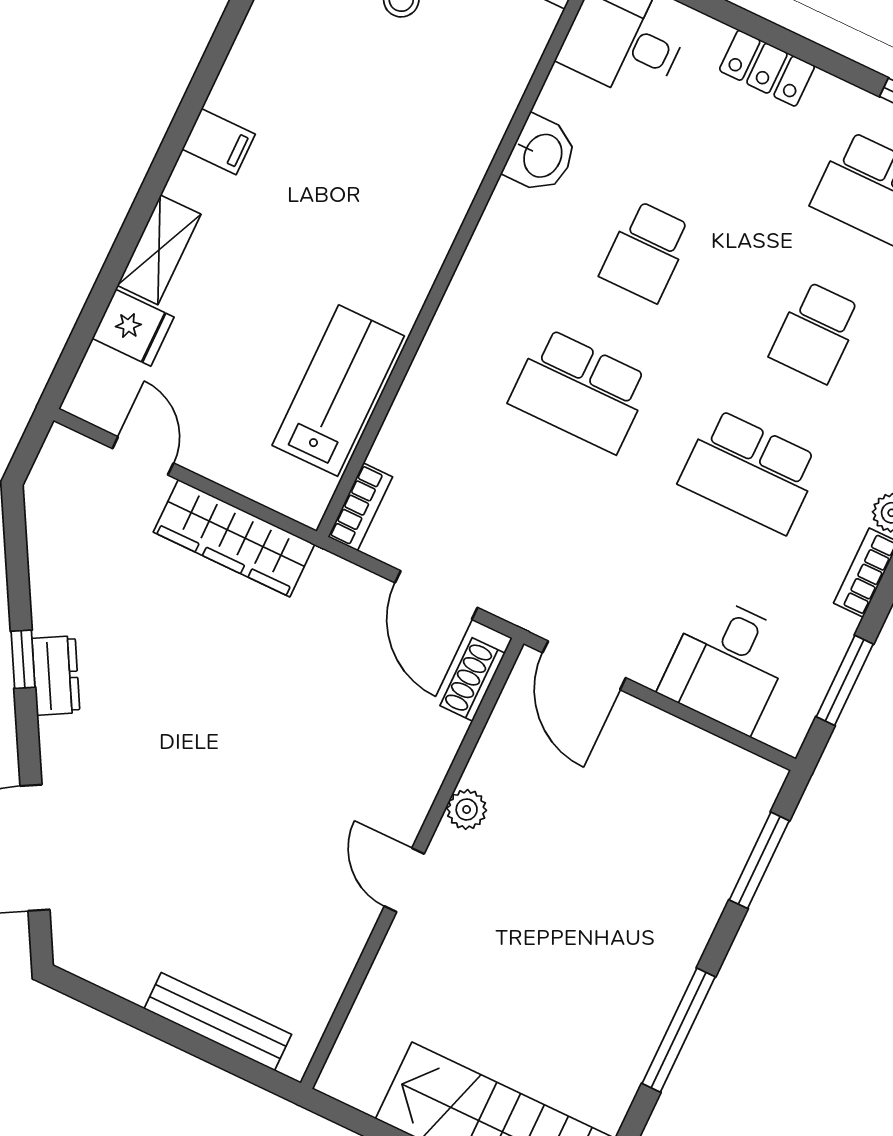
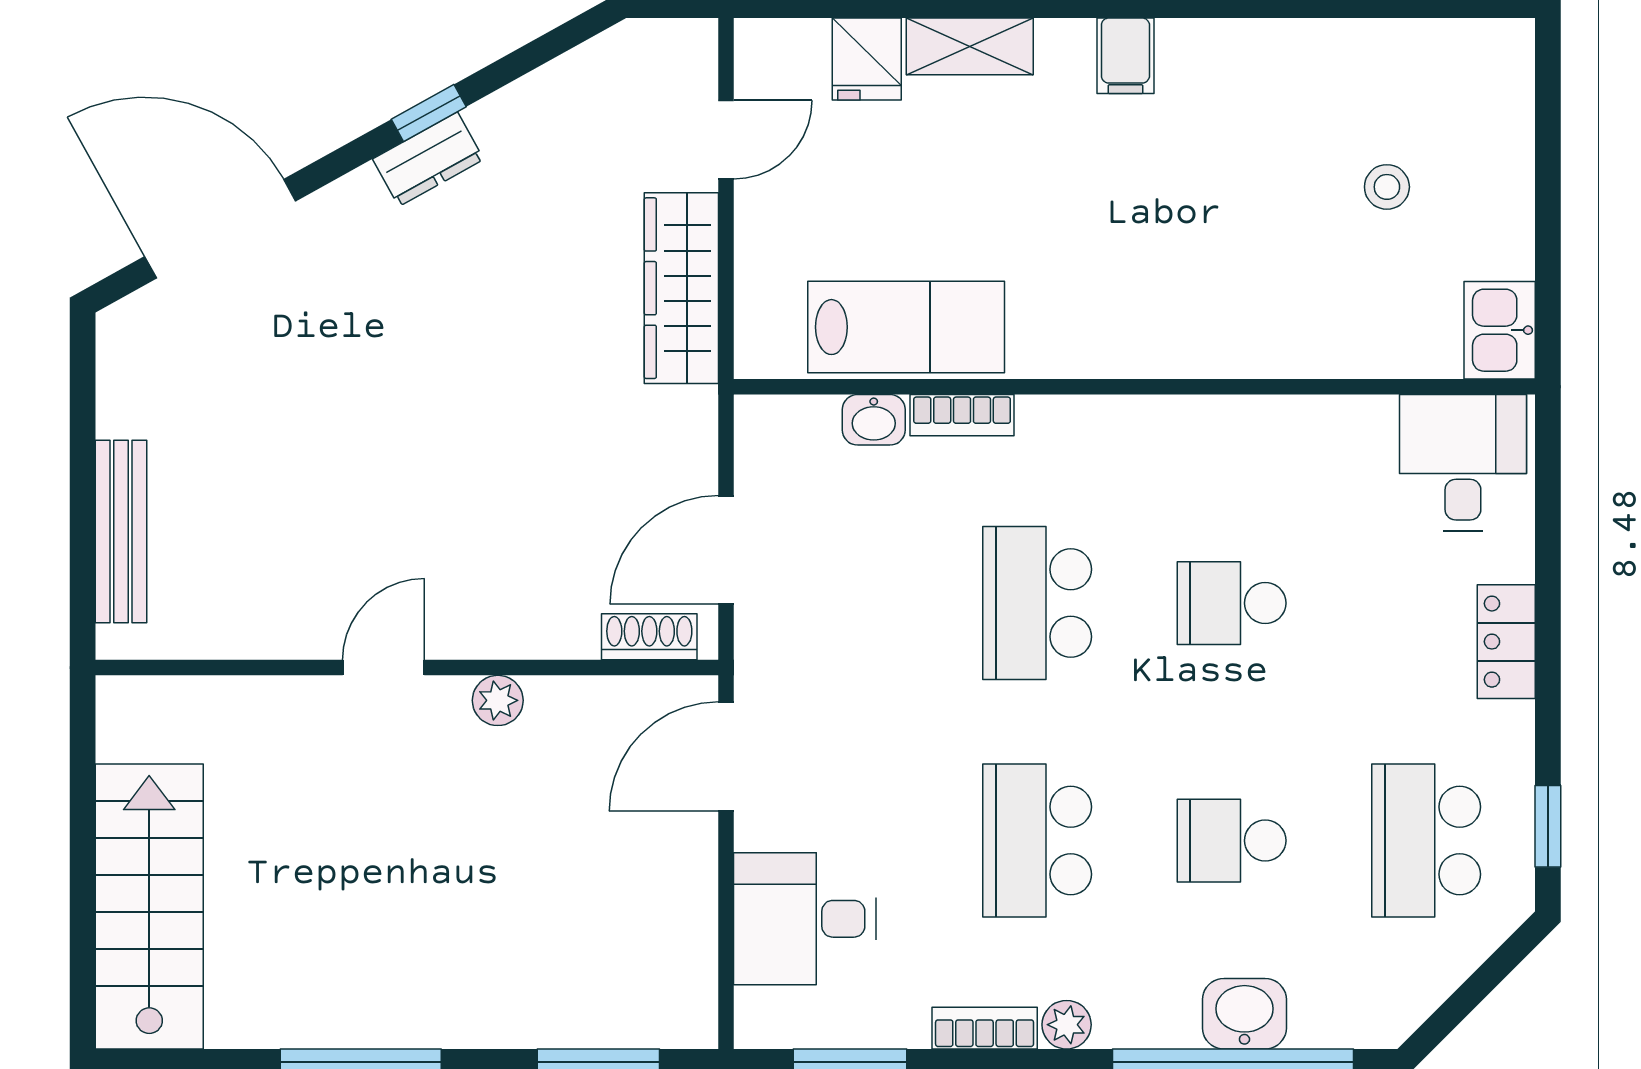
washbasin: (541, 155) -> (874, 420), moved, width x0.72, depth x0.69
bookcase: (360, 507) -> (962, 415), moved

